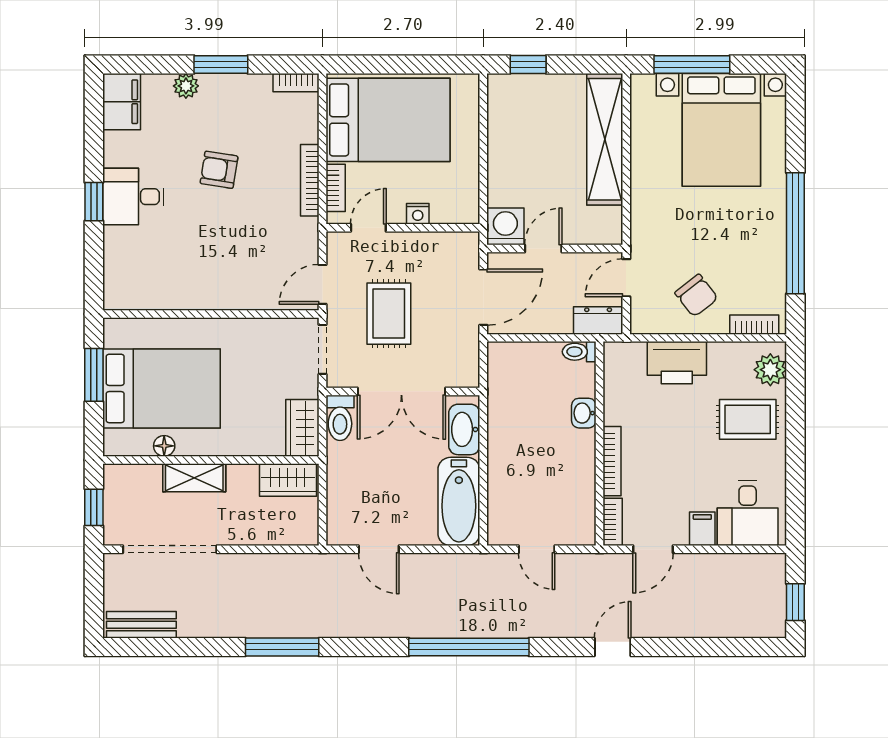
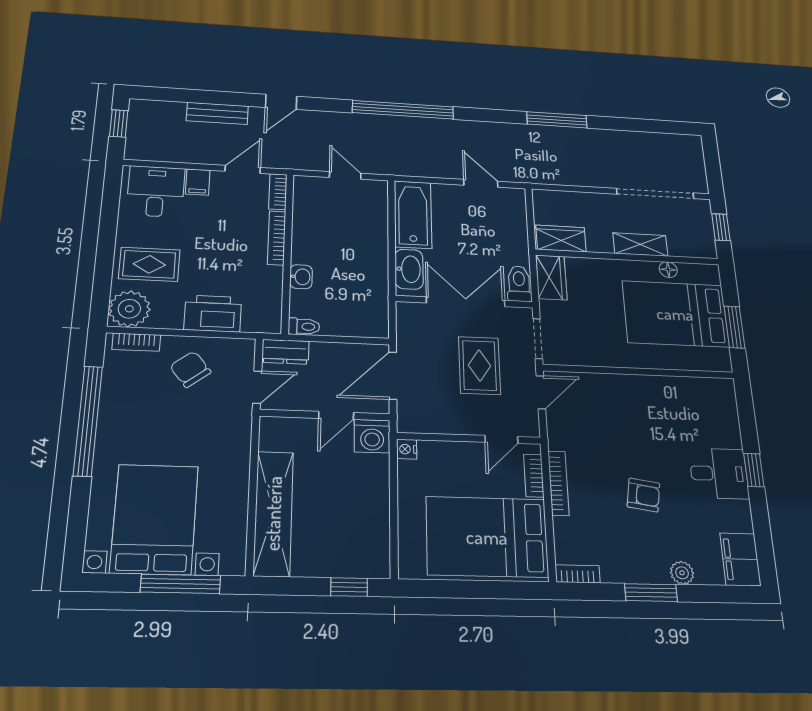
nightstand: (418, 214) -> (407, 449), moved, turned -90
plant: (770, 370) -> (129, 309), width x1.36, depth x1.36
bench: (141, 625) -> (217, 113), moved

